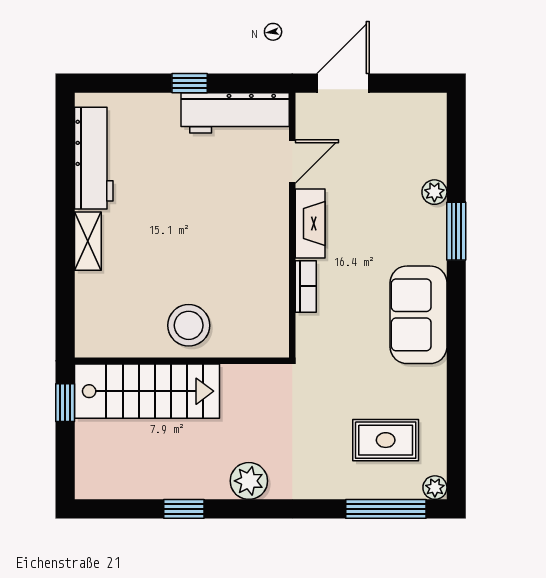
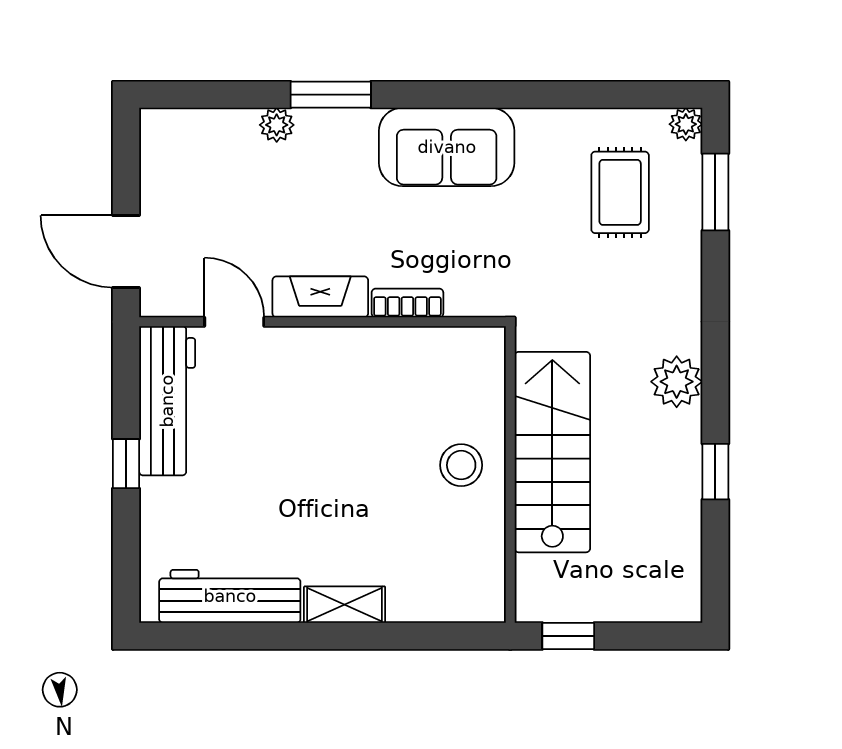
stool: (189, 325) -> (461, 465), width x0.73, depth x0.73
stairs: (147, 391) -> (552, 452), moved
window: (386, 509) -> (715, 192), width x0.69

